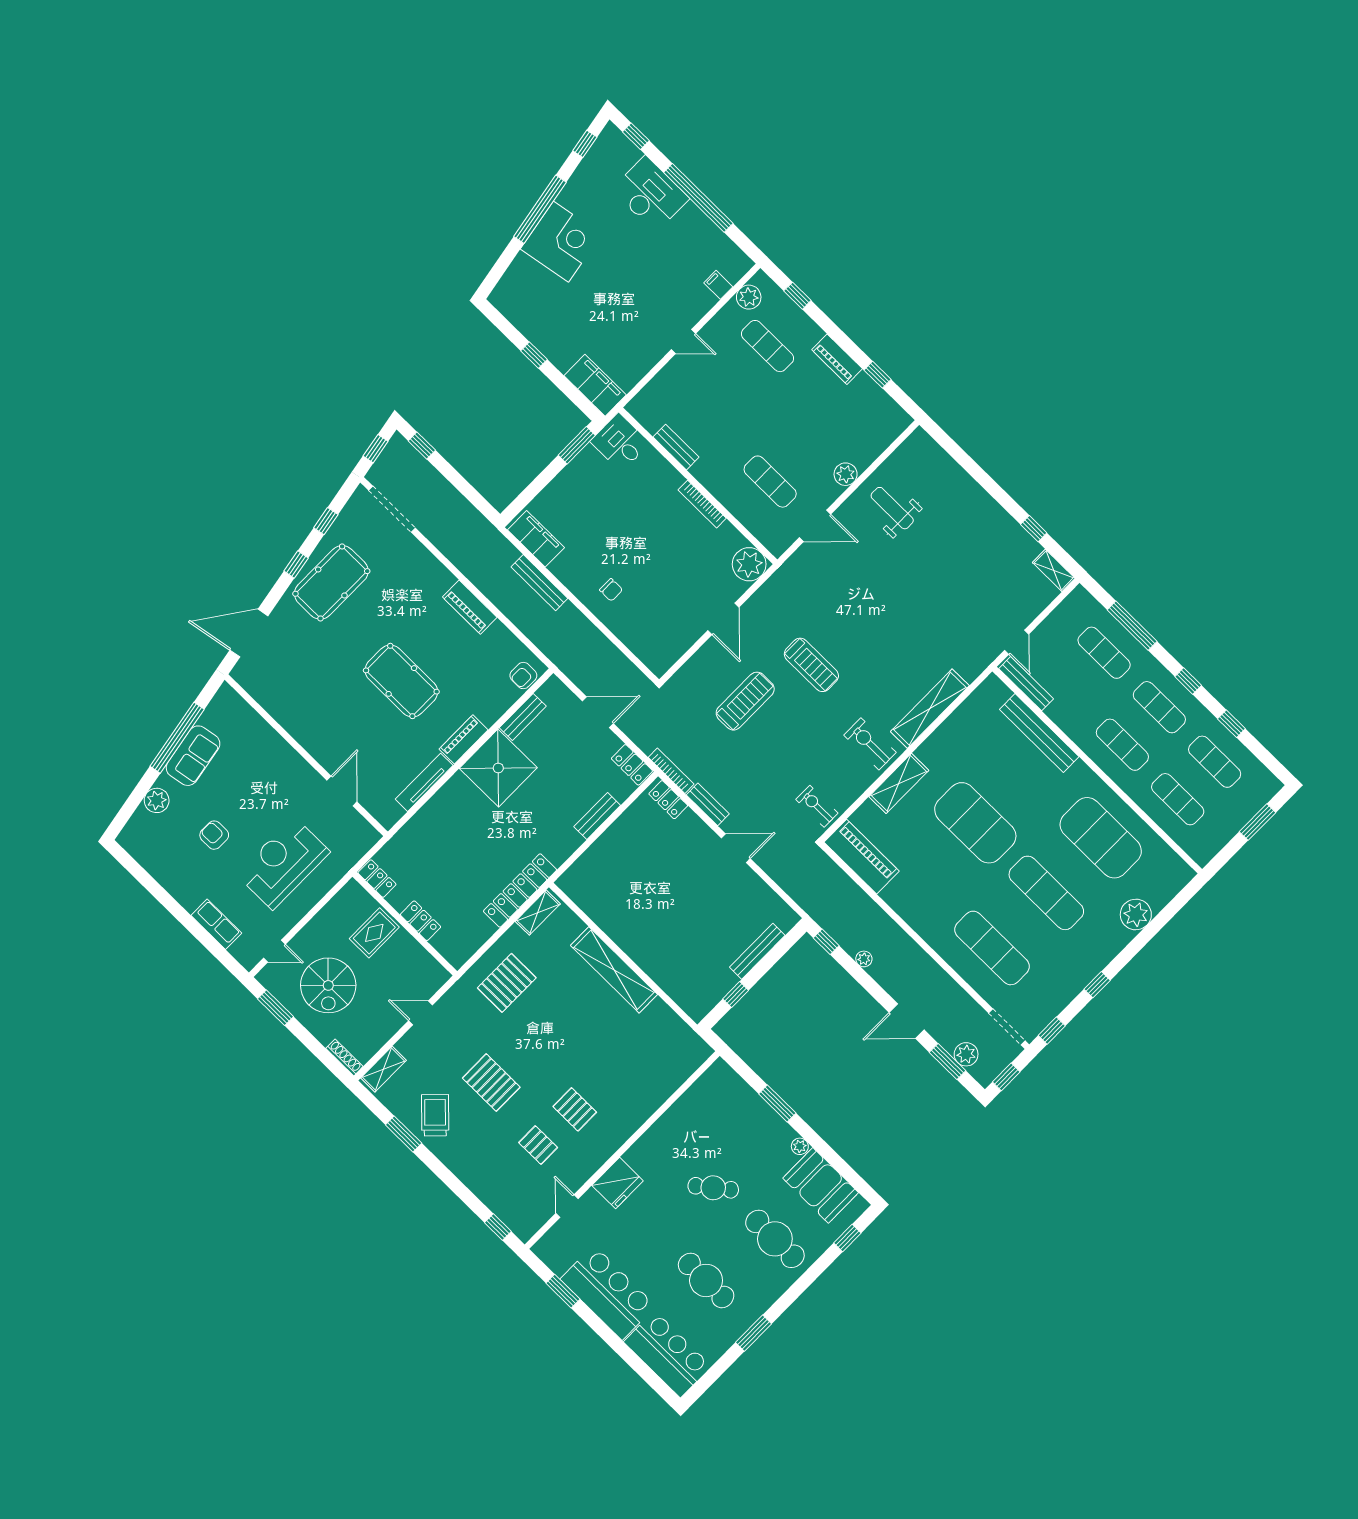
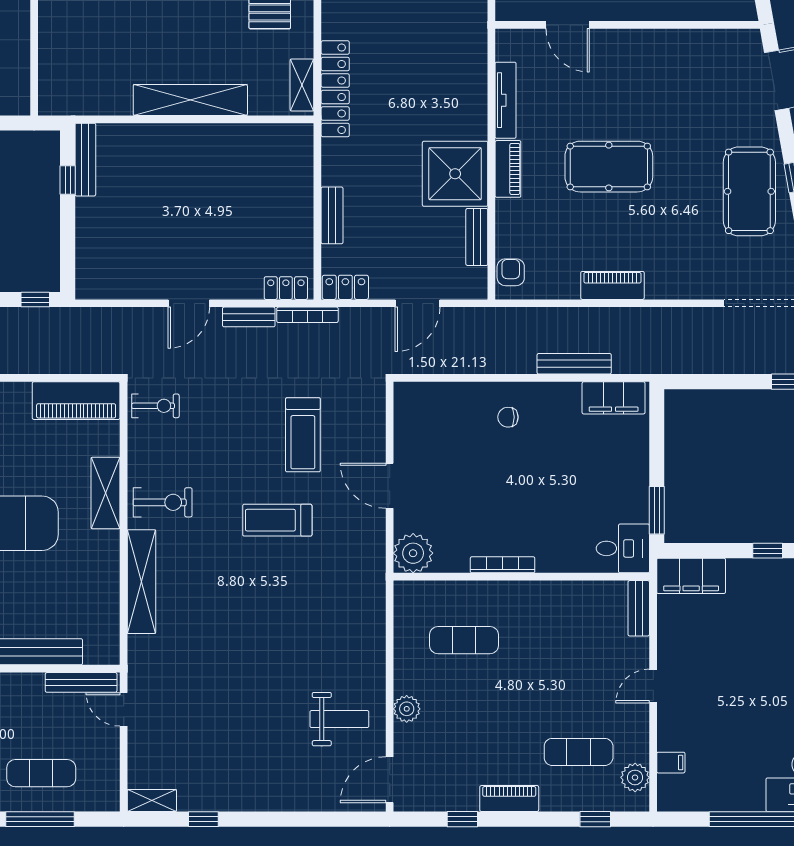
bench: (676, 447) -> (639, 608), moved, turned 90
door: (815, 526) -> (390, 780), moved
bench: (757, 951) -> (85, 160), moved

